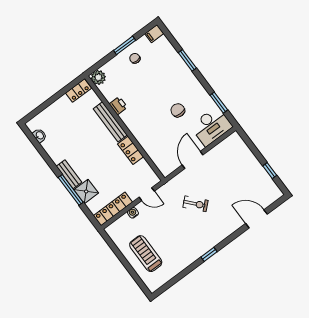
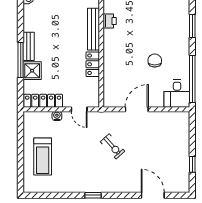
window: (219, 103) -> (192, 79), width x2.11
desk: (211, 126) -> (177, 94), width x0.73
treadmill: (146, 254) -> (43, 156), turned 180

